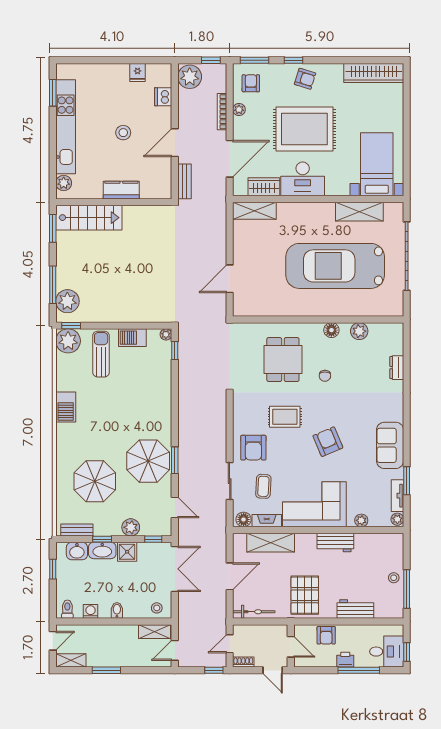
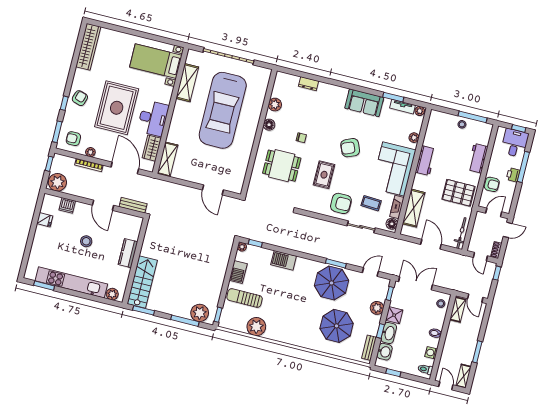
plant: (68, 341) -> (256, 327), moved
barbecue: (66, 407) -> (284, 260), moved, turned 180

